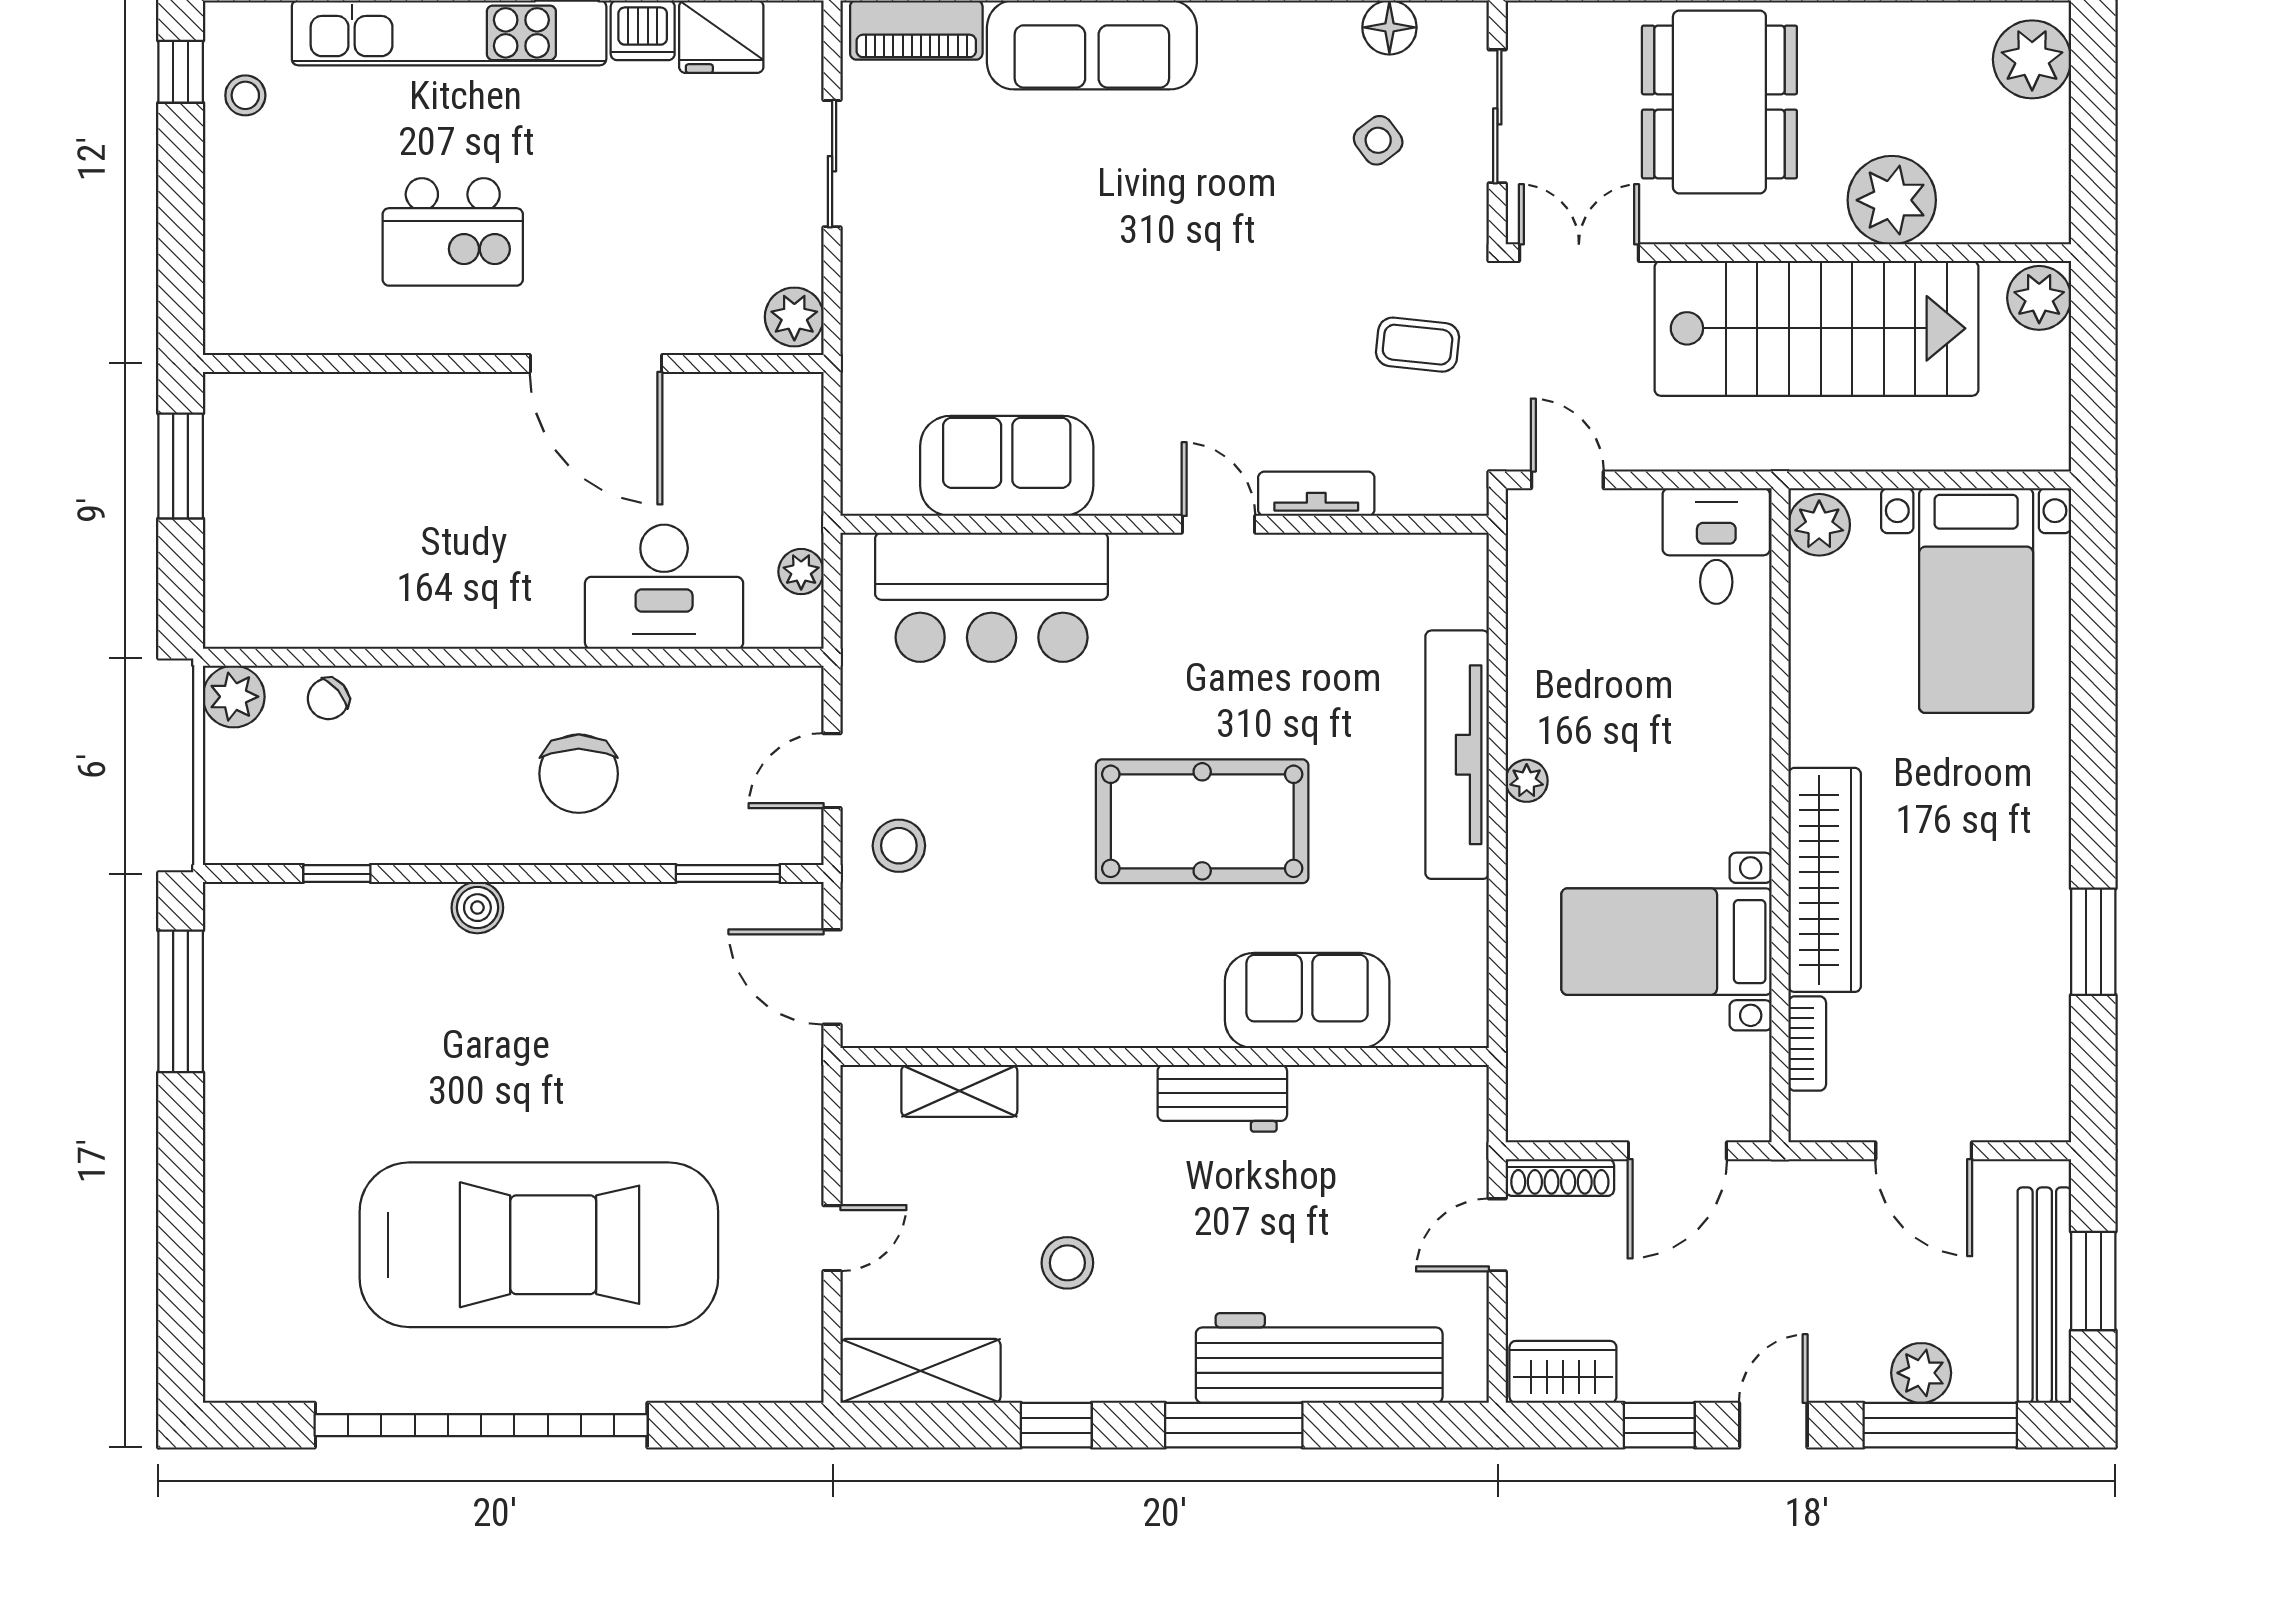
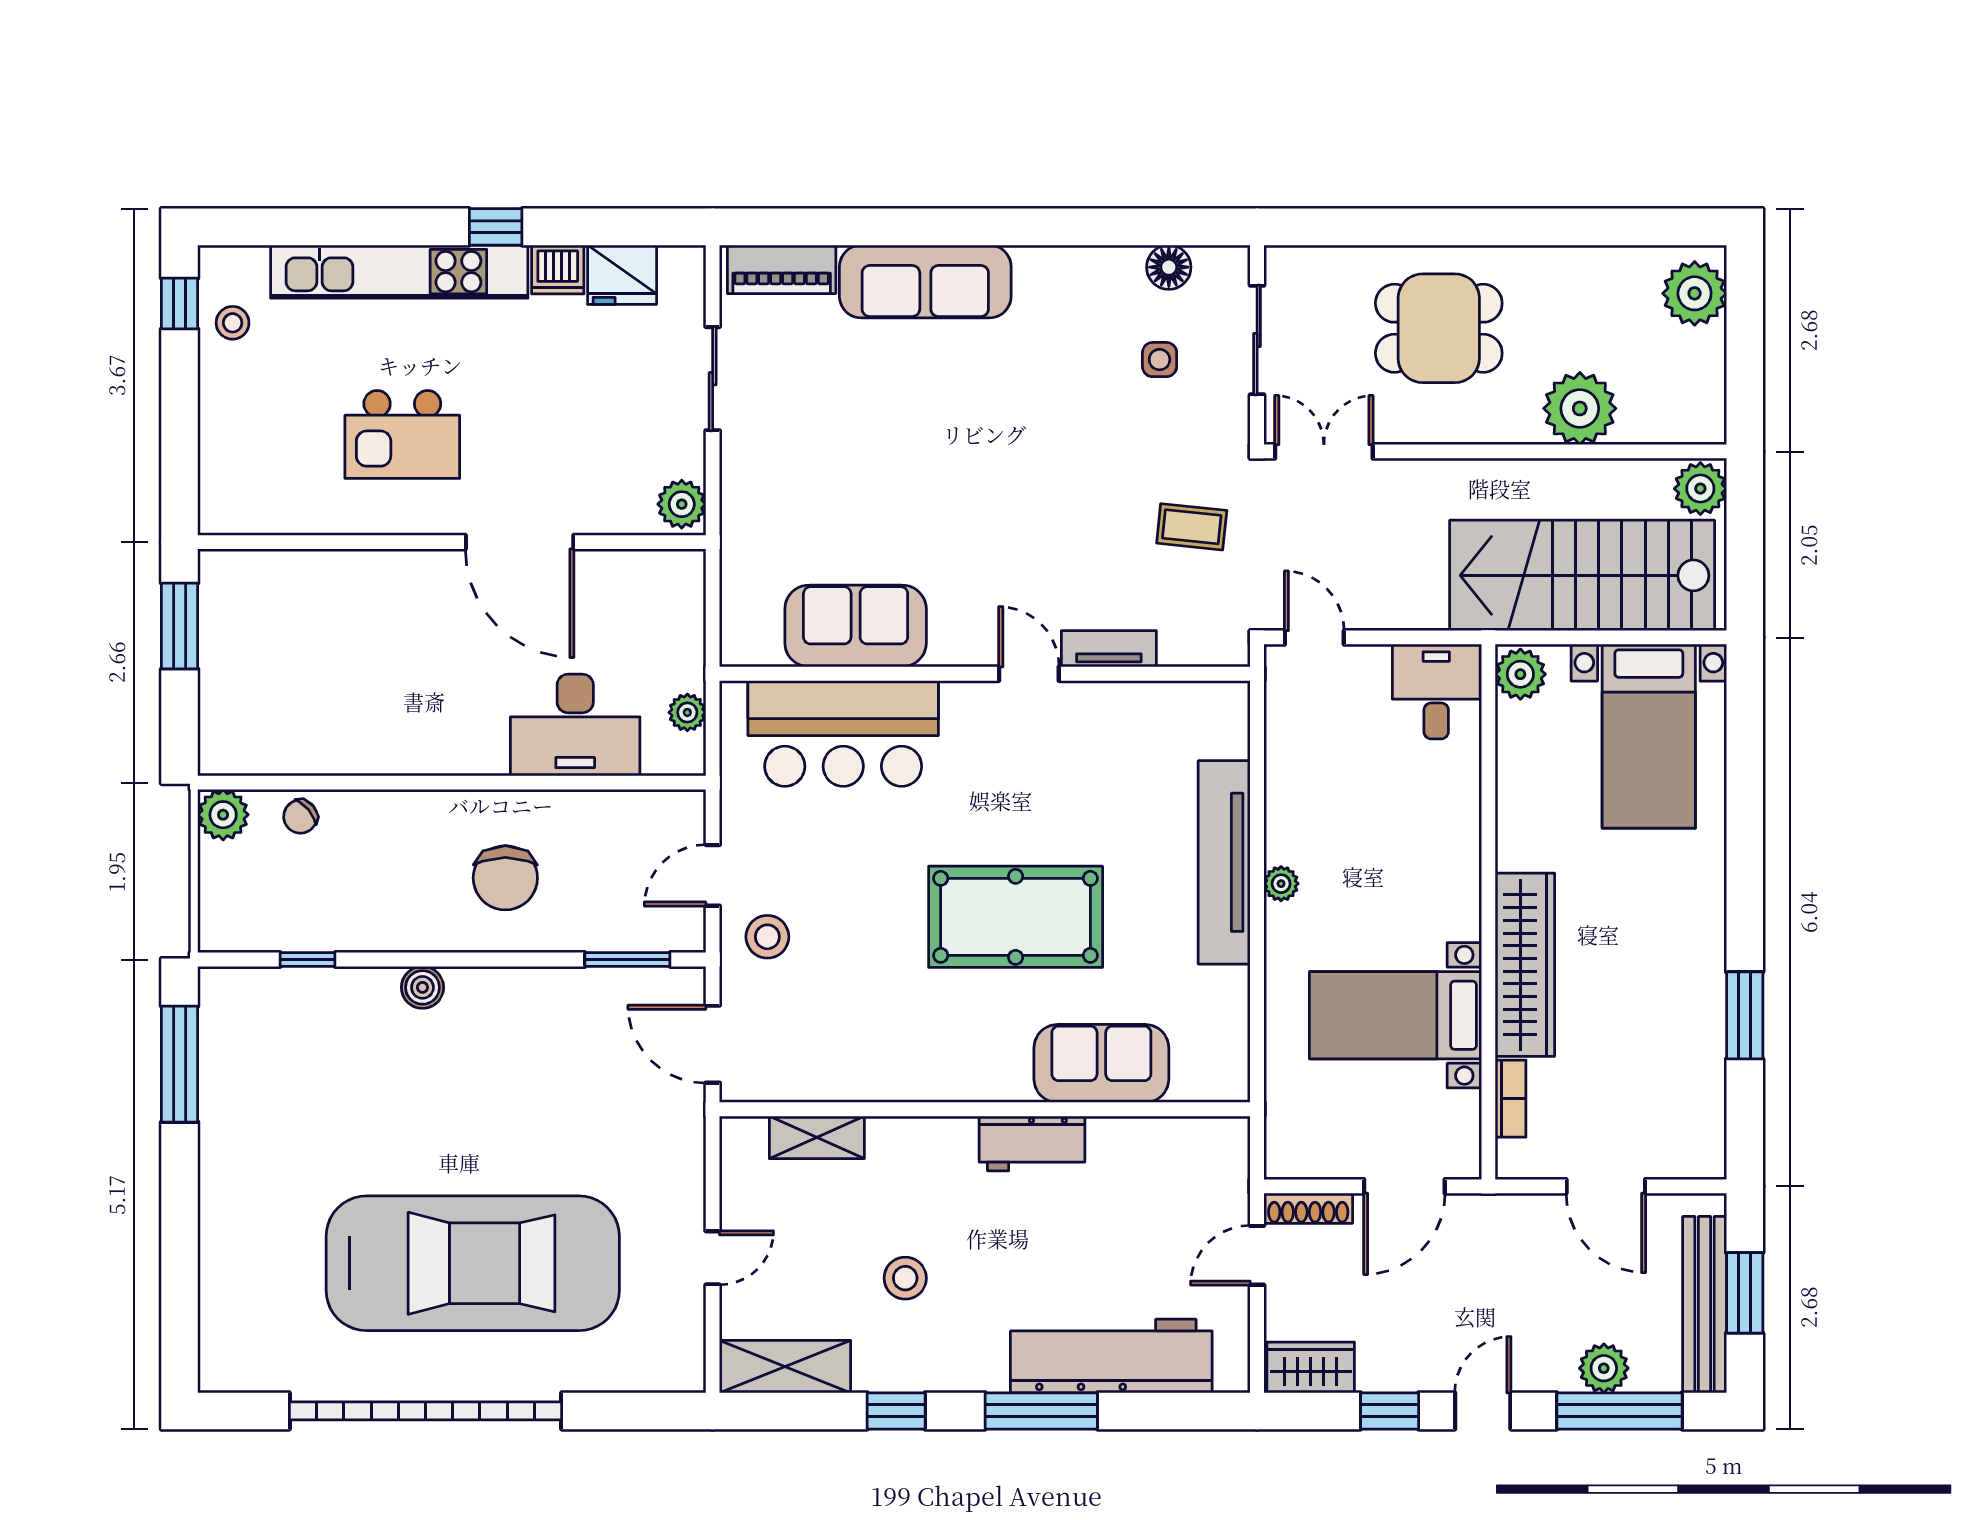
dining table: (1719, 102) -> (1439, 328), width x0.73
side table: (1378, 140) -> (1160, 360), turned 37
stairs: (1817, 328) -> (1582, 575), moved, turned 180

